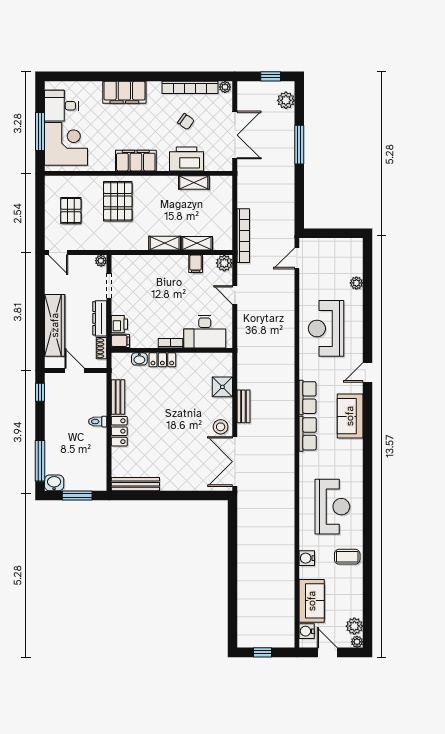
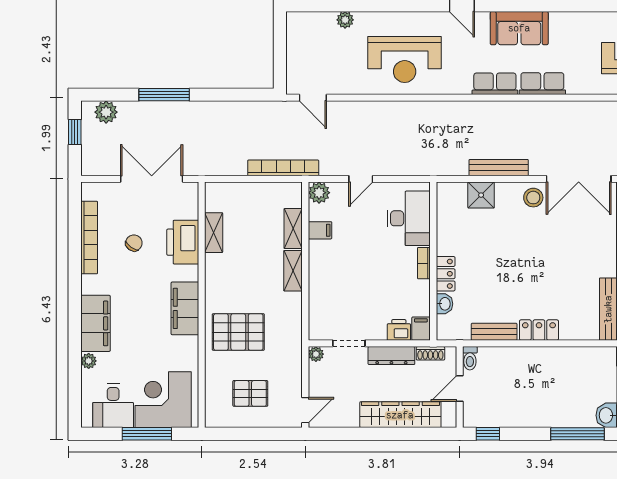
plant: (225, 87) -> (89, 361), moved
bench: (243, 406) -> (499, 168), width x1.36
toilet: (98, 422) -> (470, 358), moved

